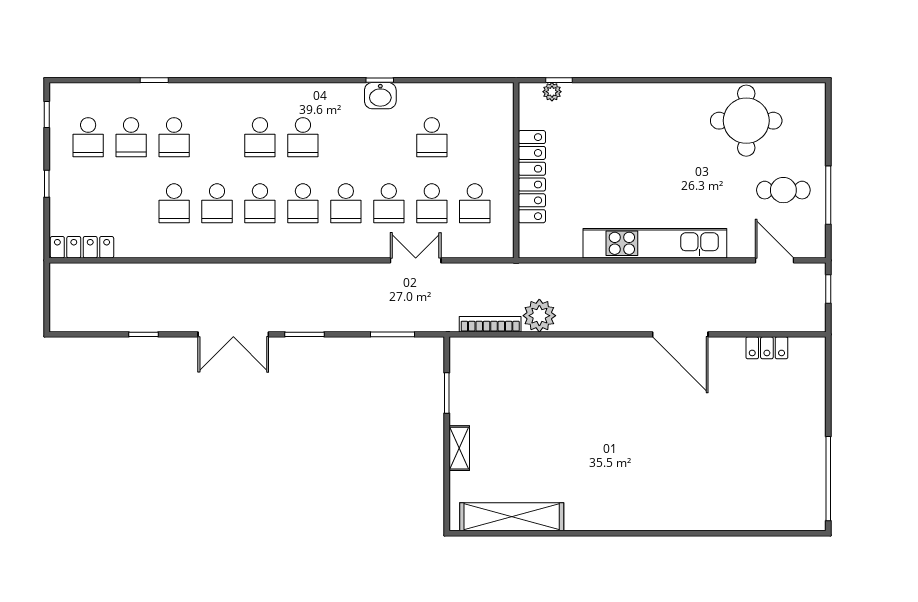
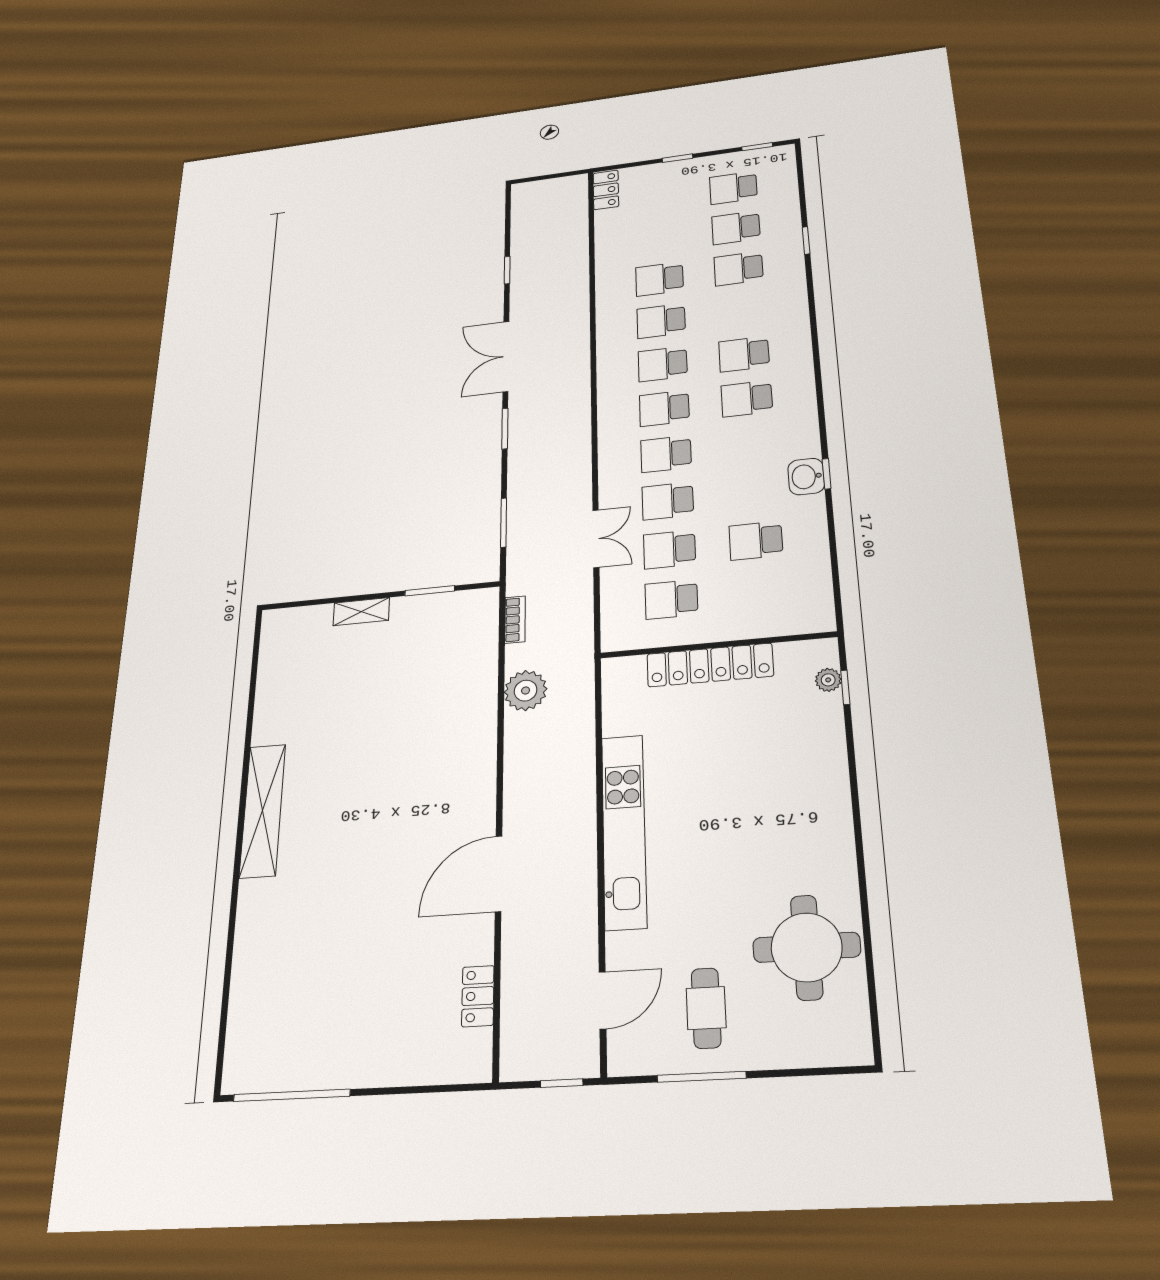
locker: (82, 247) -> (606, 190), width x0.66
bookcase: (490, 324) -> (515, 620), width x0.64
shelving: (512, 517) -> (263, 810), moved

